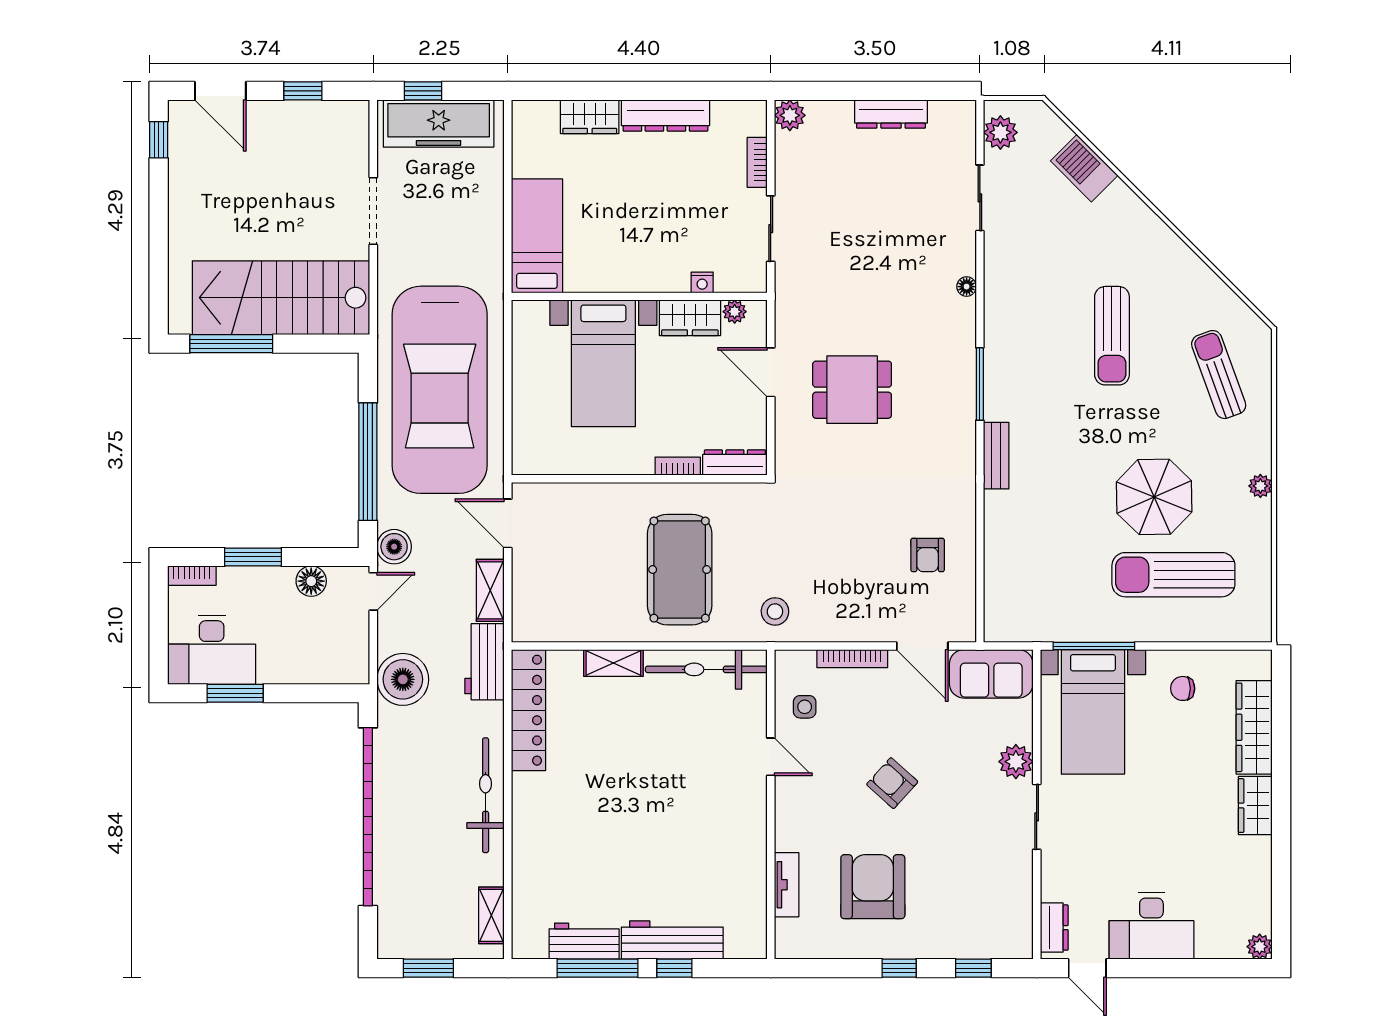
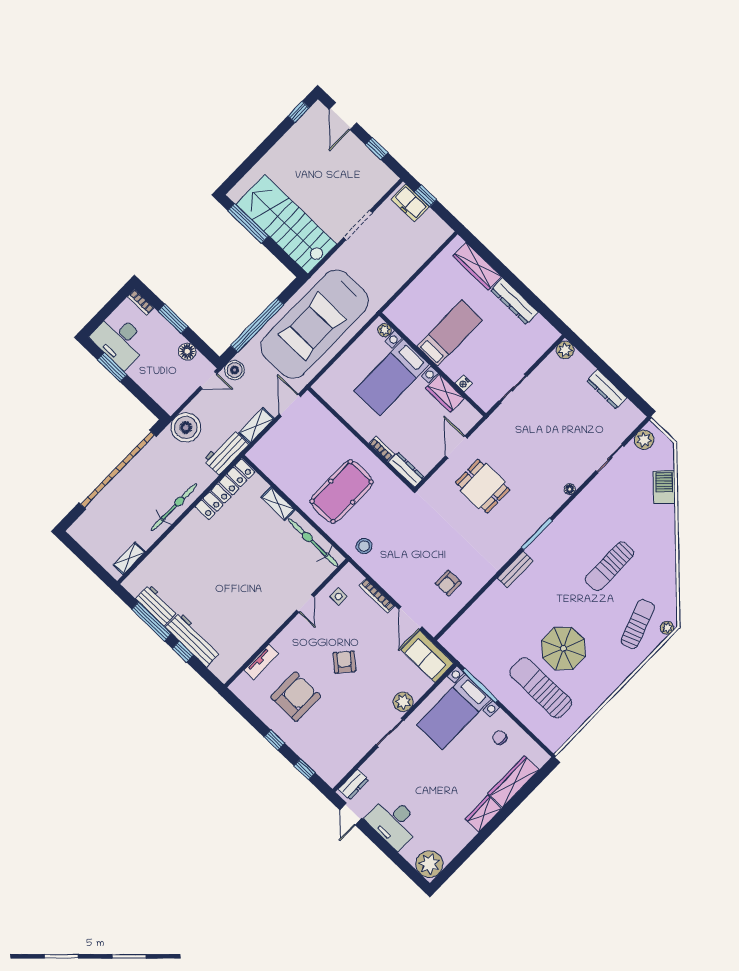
wardrobe: (590, 117) -> (477, 266), width x1.50
freezer: (439, 123) -> (410, 203), width x0.52, depth x0.79
bookcase: (757, 162) -> (533, 356), removed
bed: (537, 236) -> (450, 333), moved
plant: (735, 312) -> (385, 330), moved
plant: (1260, 486) -> (667, 628), moved
plant: (1260, 947) -> (429, 864), width x1.88, depth x1.88
window: (428, 968) -> (83, 555), removed

